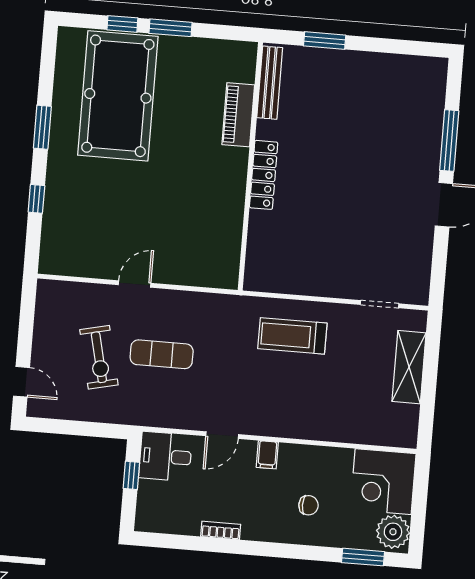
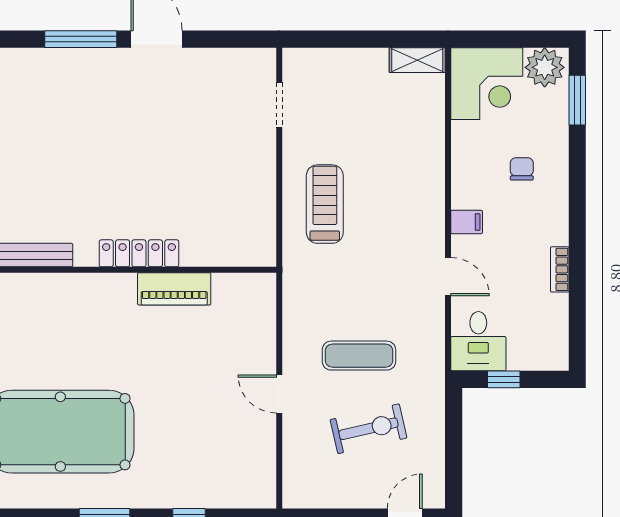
piano: (238, 115) -> (174, 289), moved
treadmill: (292, 336) -> (325, 204), turned 180
exercise mat: (162, 354) -> (359, 356), turned 90
shelving: (409, 367) -> (417, 60), moved, width x0.67, depth x0.75

